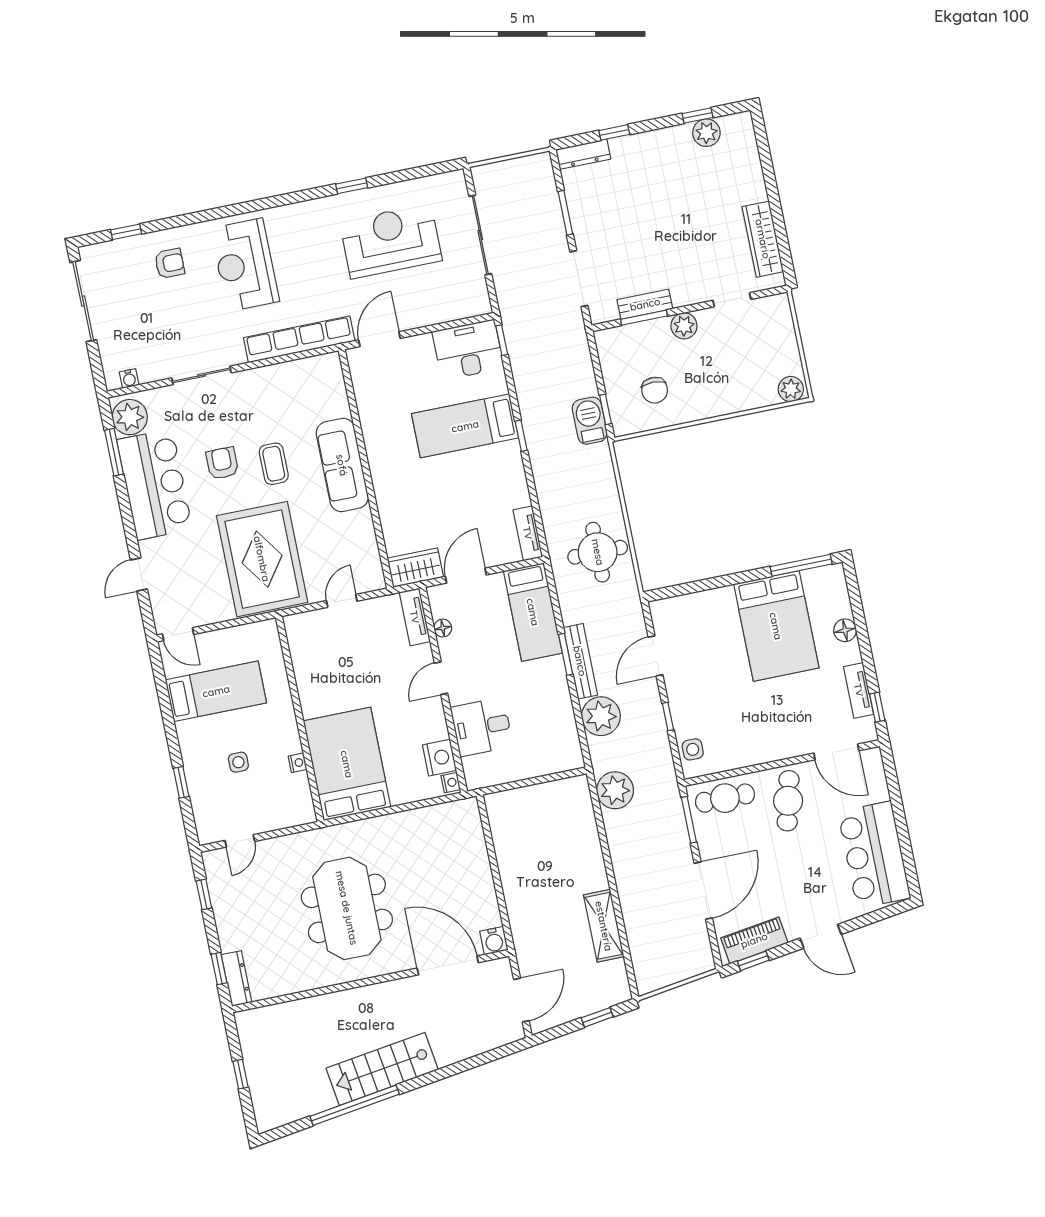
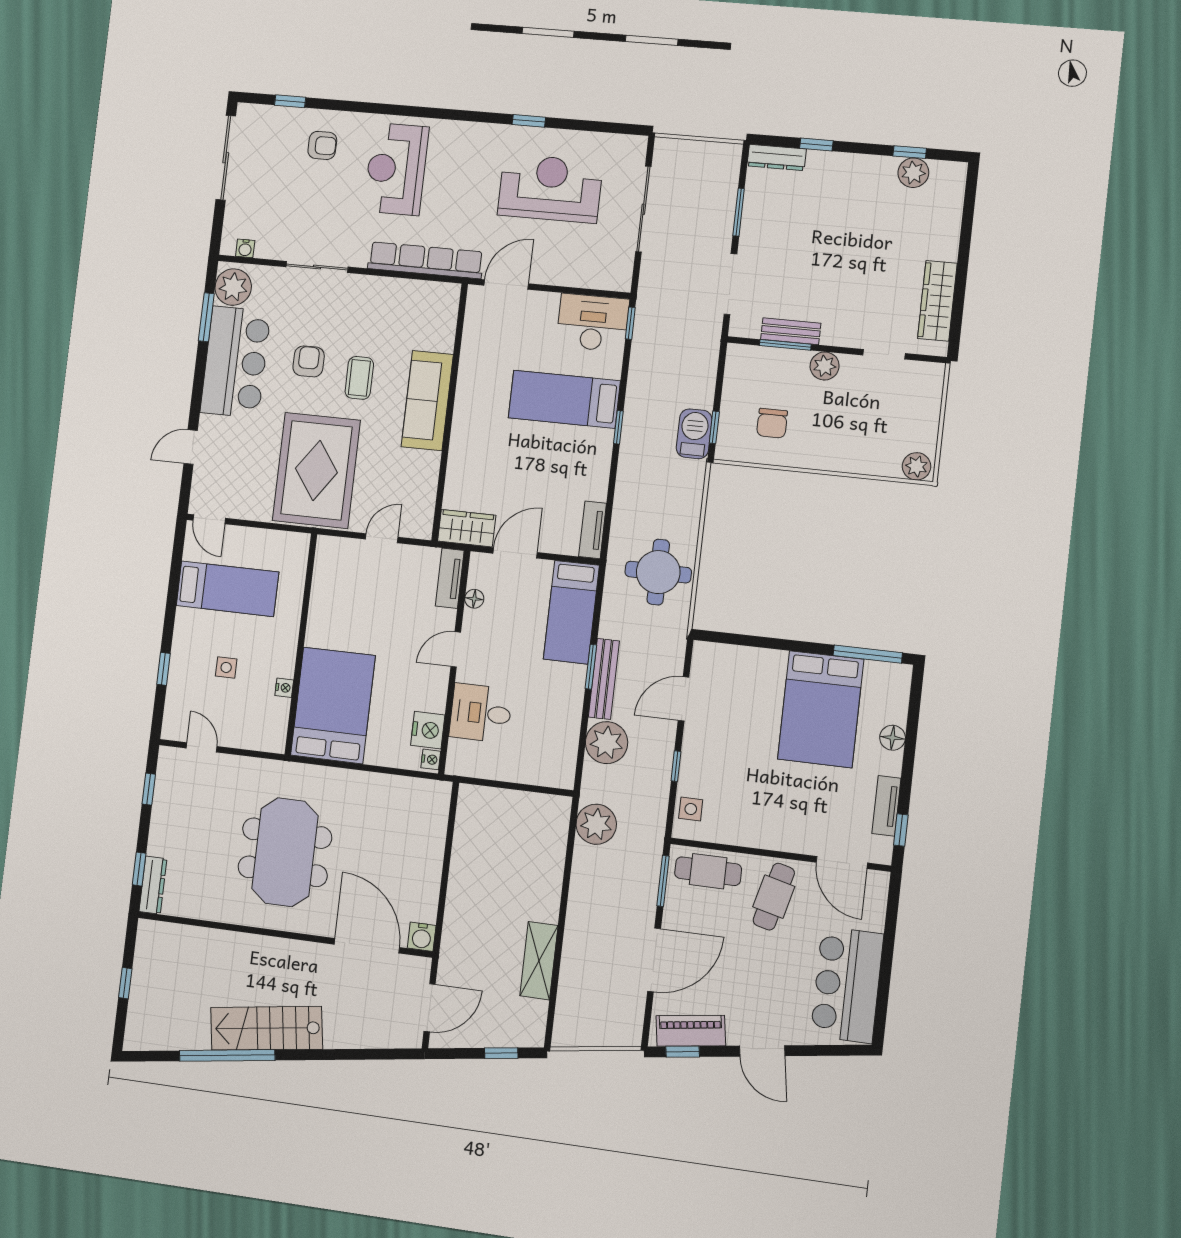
door: (240, 841) -> (202, 747), swing flipped

